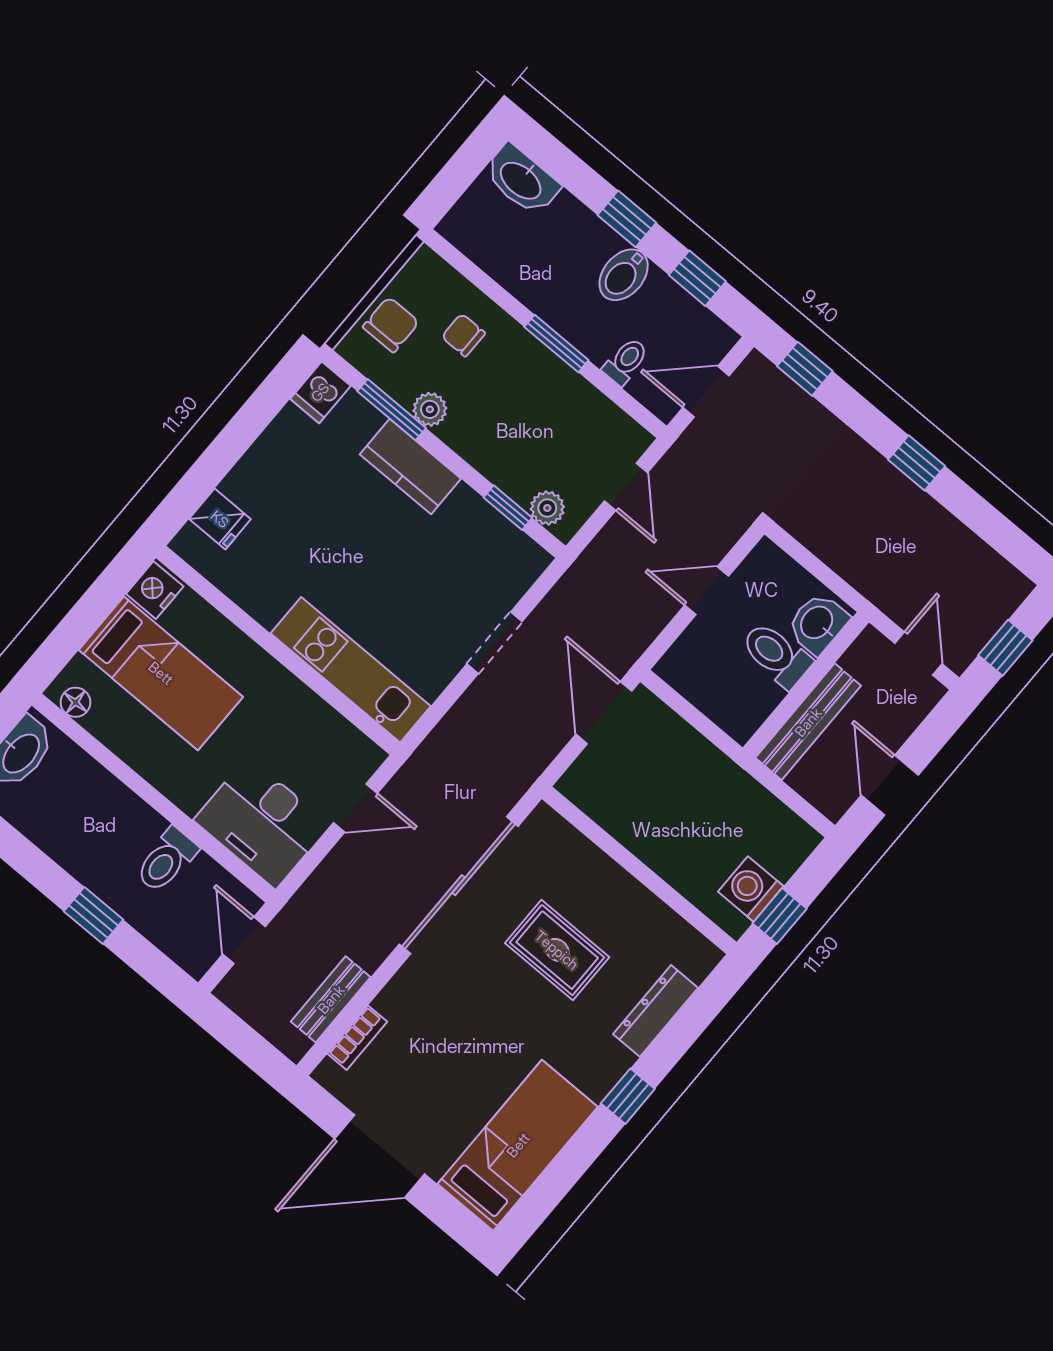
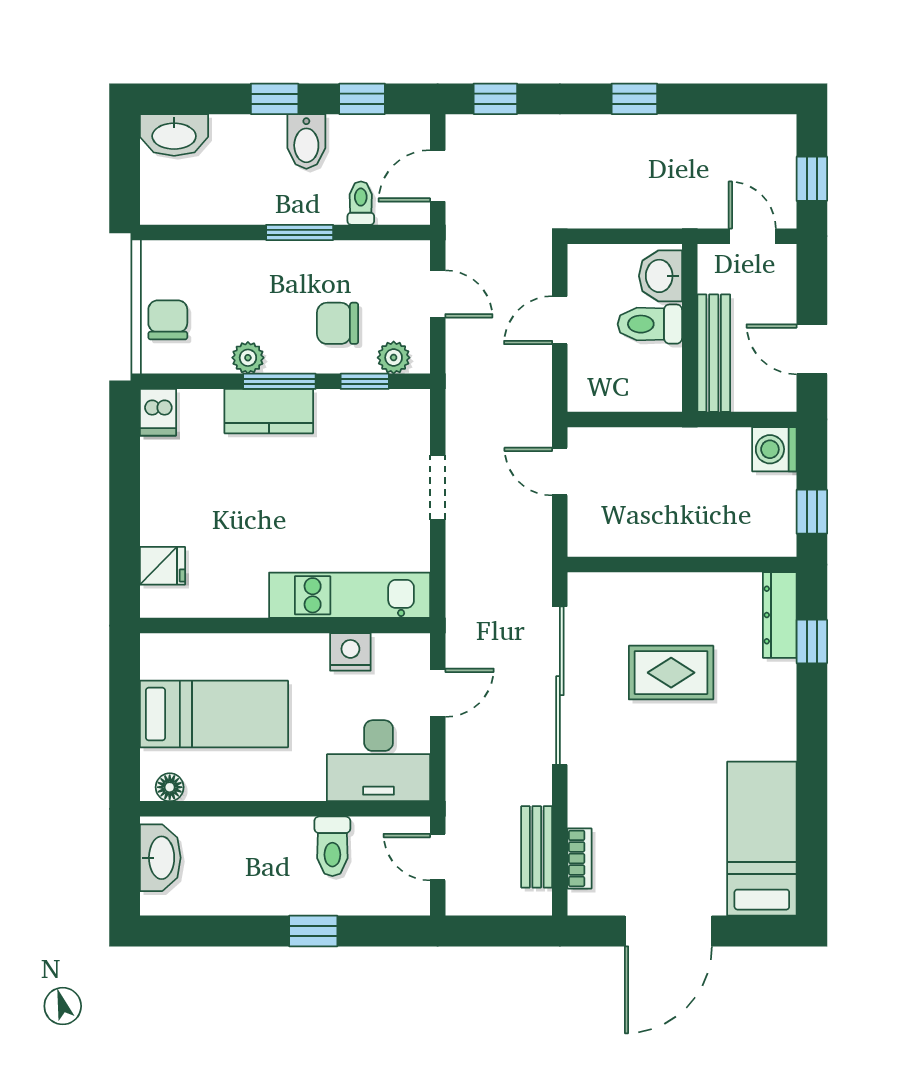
chair: (463, 335) -> (338, 323), moved, width x1.37, depth x1.37
window: (392, 410) -> (279, 381), moved
nightstand: (155, 590) -> (350, 652), moved, turned 90
door: (604, 713) -> (560, 472), width x0.73
washing machine: (751, 889) -> (774, 449), moved
dresser: (655, 1011) -> (780, 615), moved
window: (628, 1096) -> (812, 641), moved

